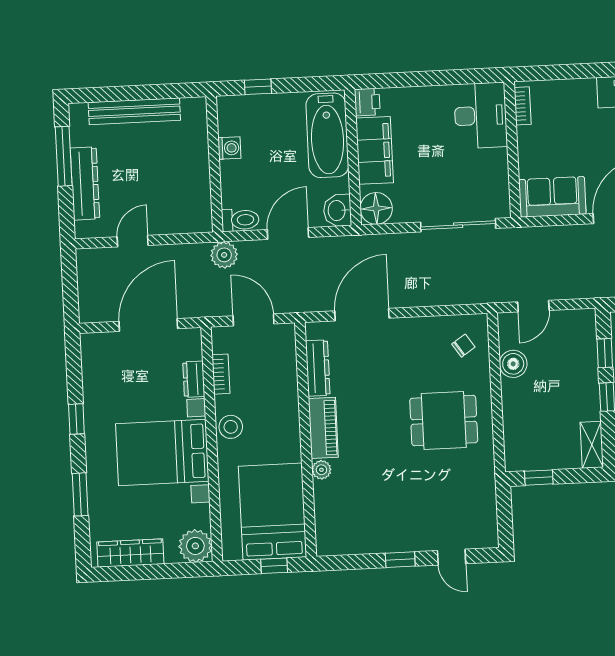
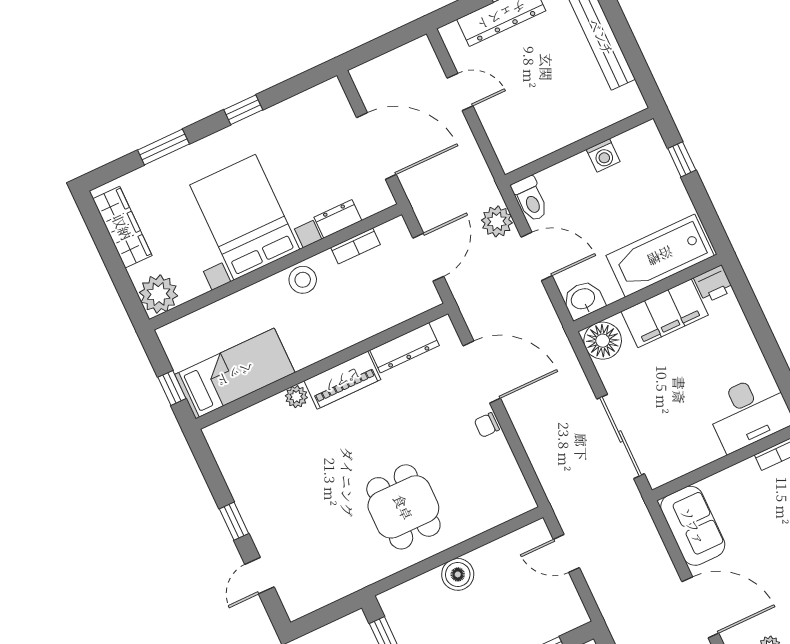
plant: (224, 255) -> (497, 221), moved
chair: (463, 346) -> (487, 425), moved, turned 124
boiler: (513, 364) -> (458, 574), moved
bed: (273, 512) -> (235, 374), width x0.67

